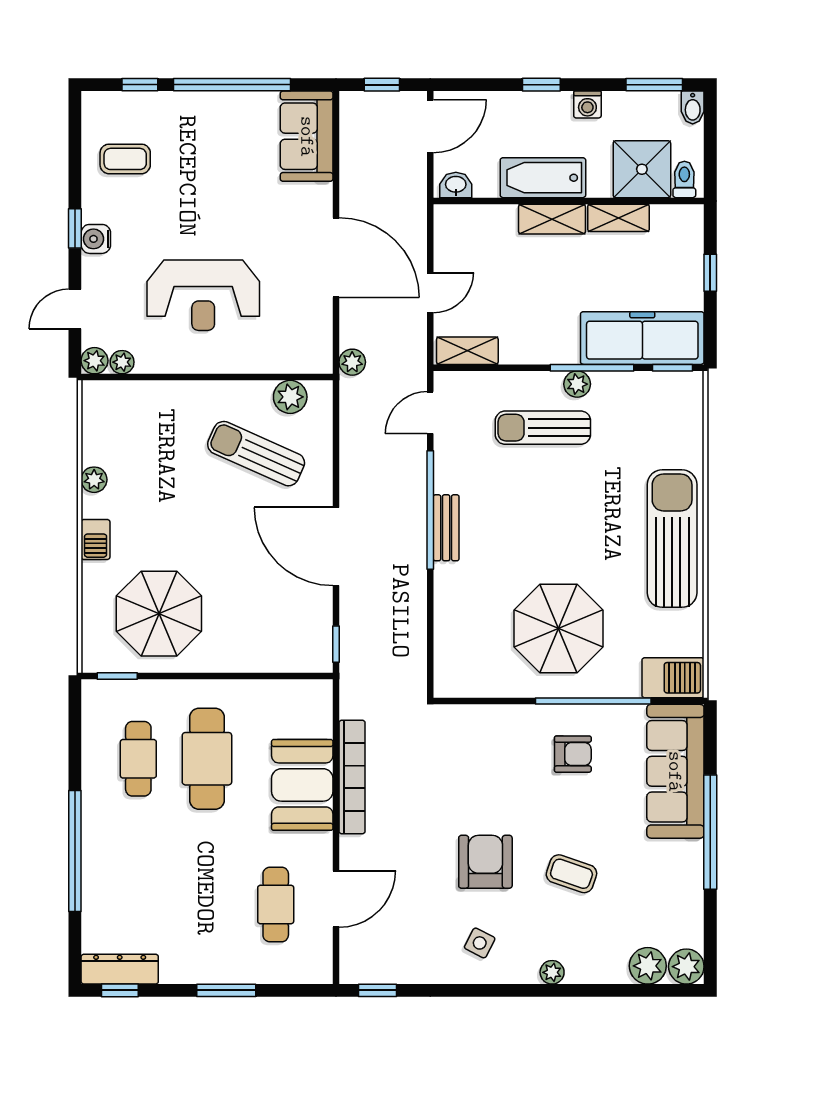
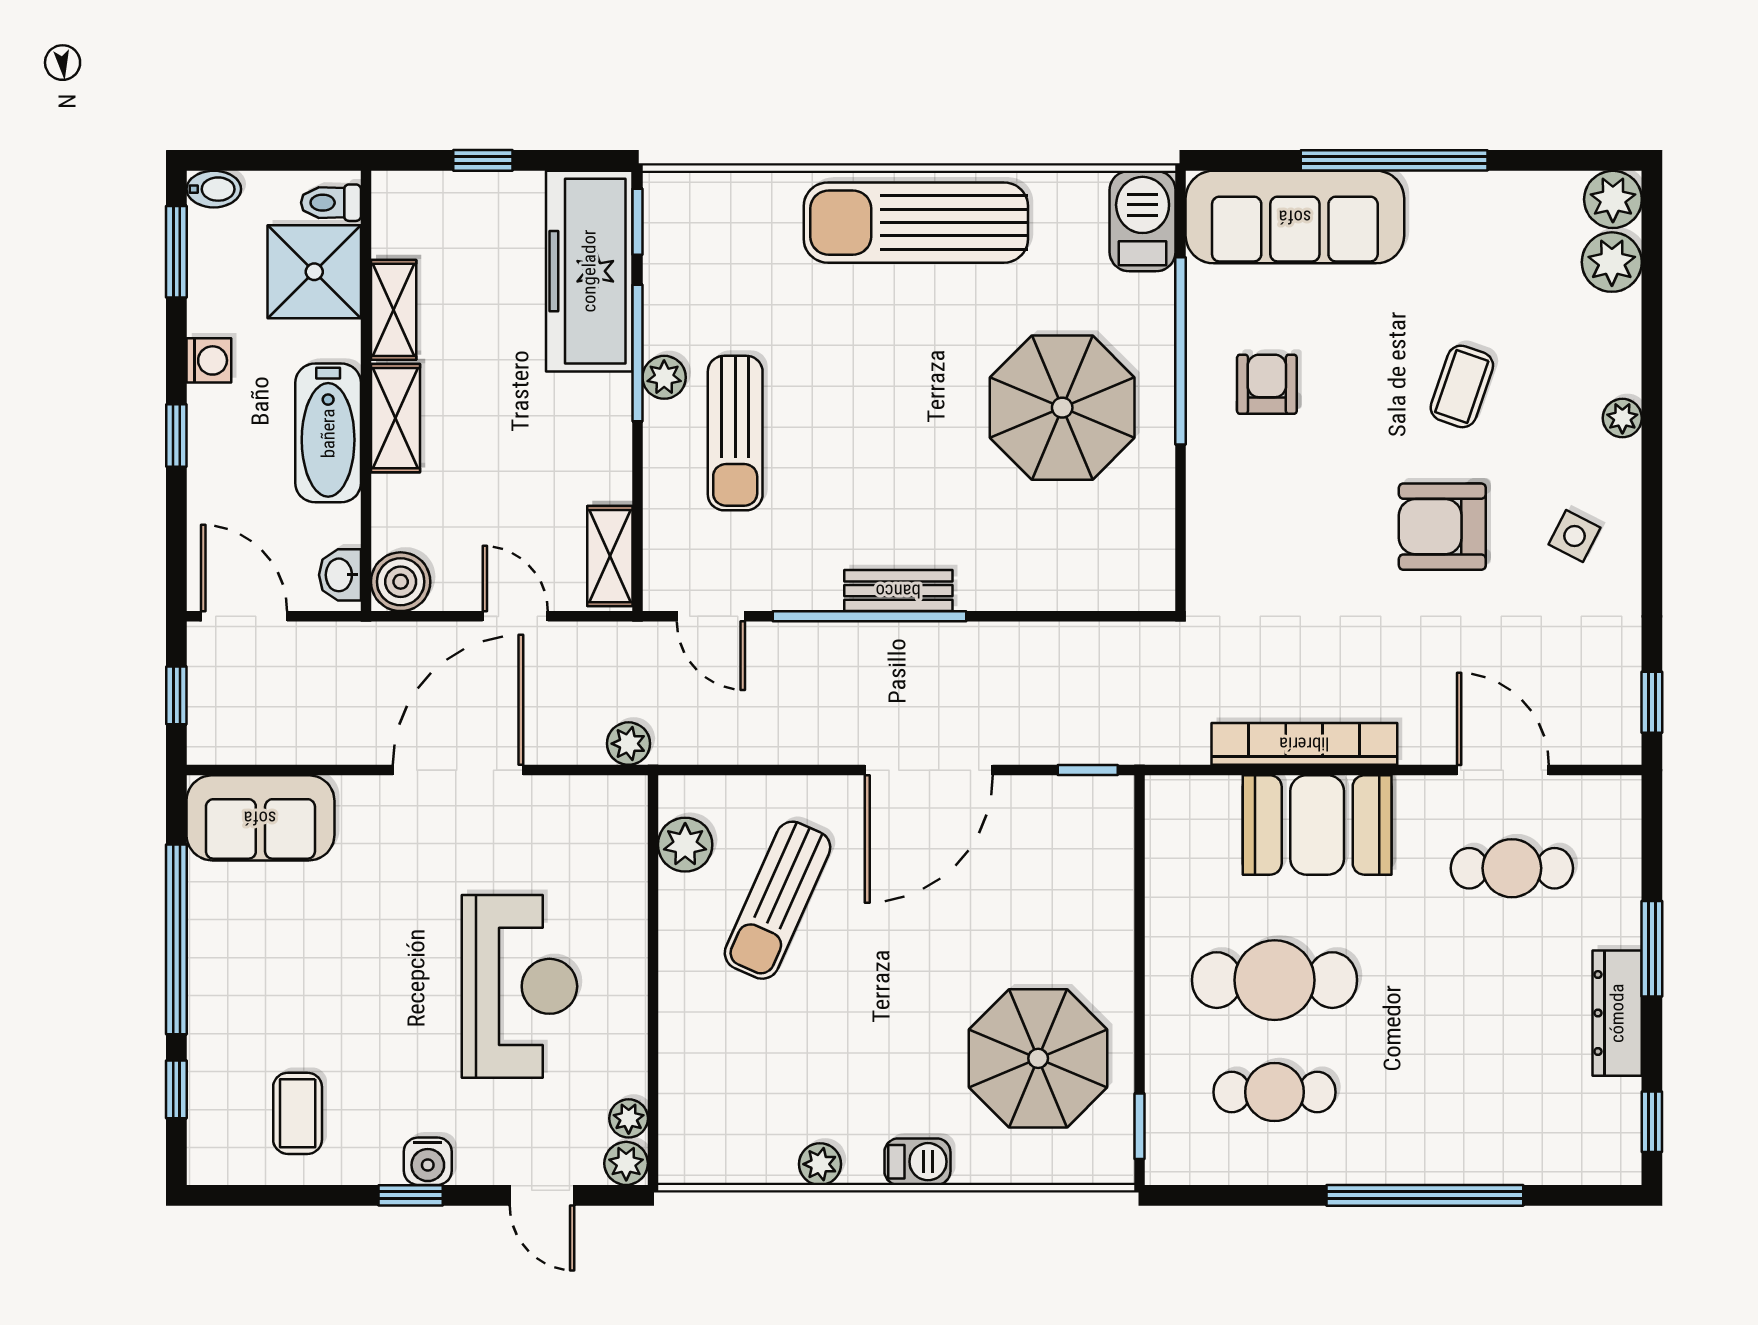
boiler: (452, 222) -> (401, 582), added
dresser: (120, 969) -> (1617, 1013), moved

